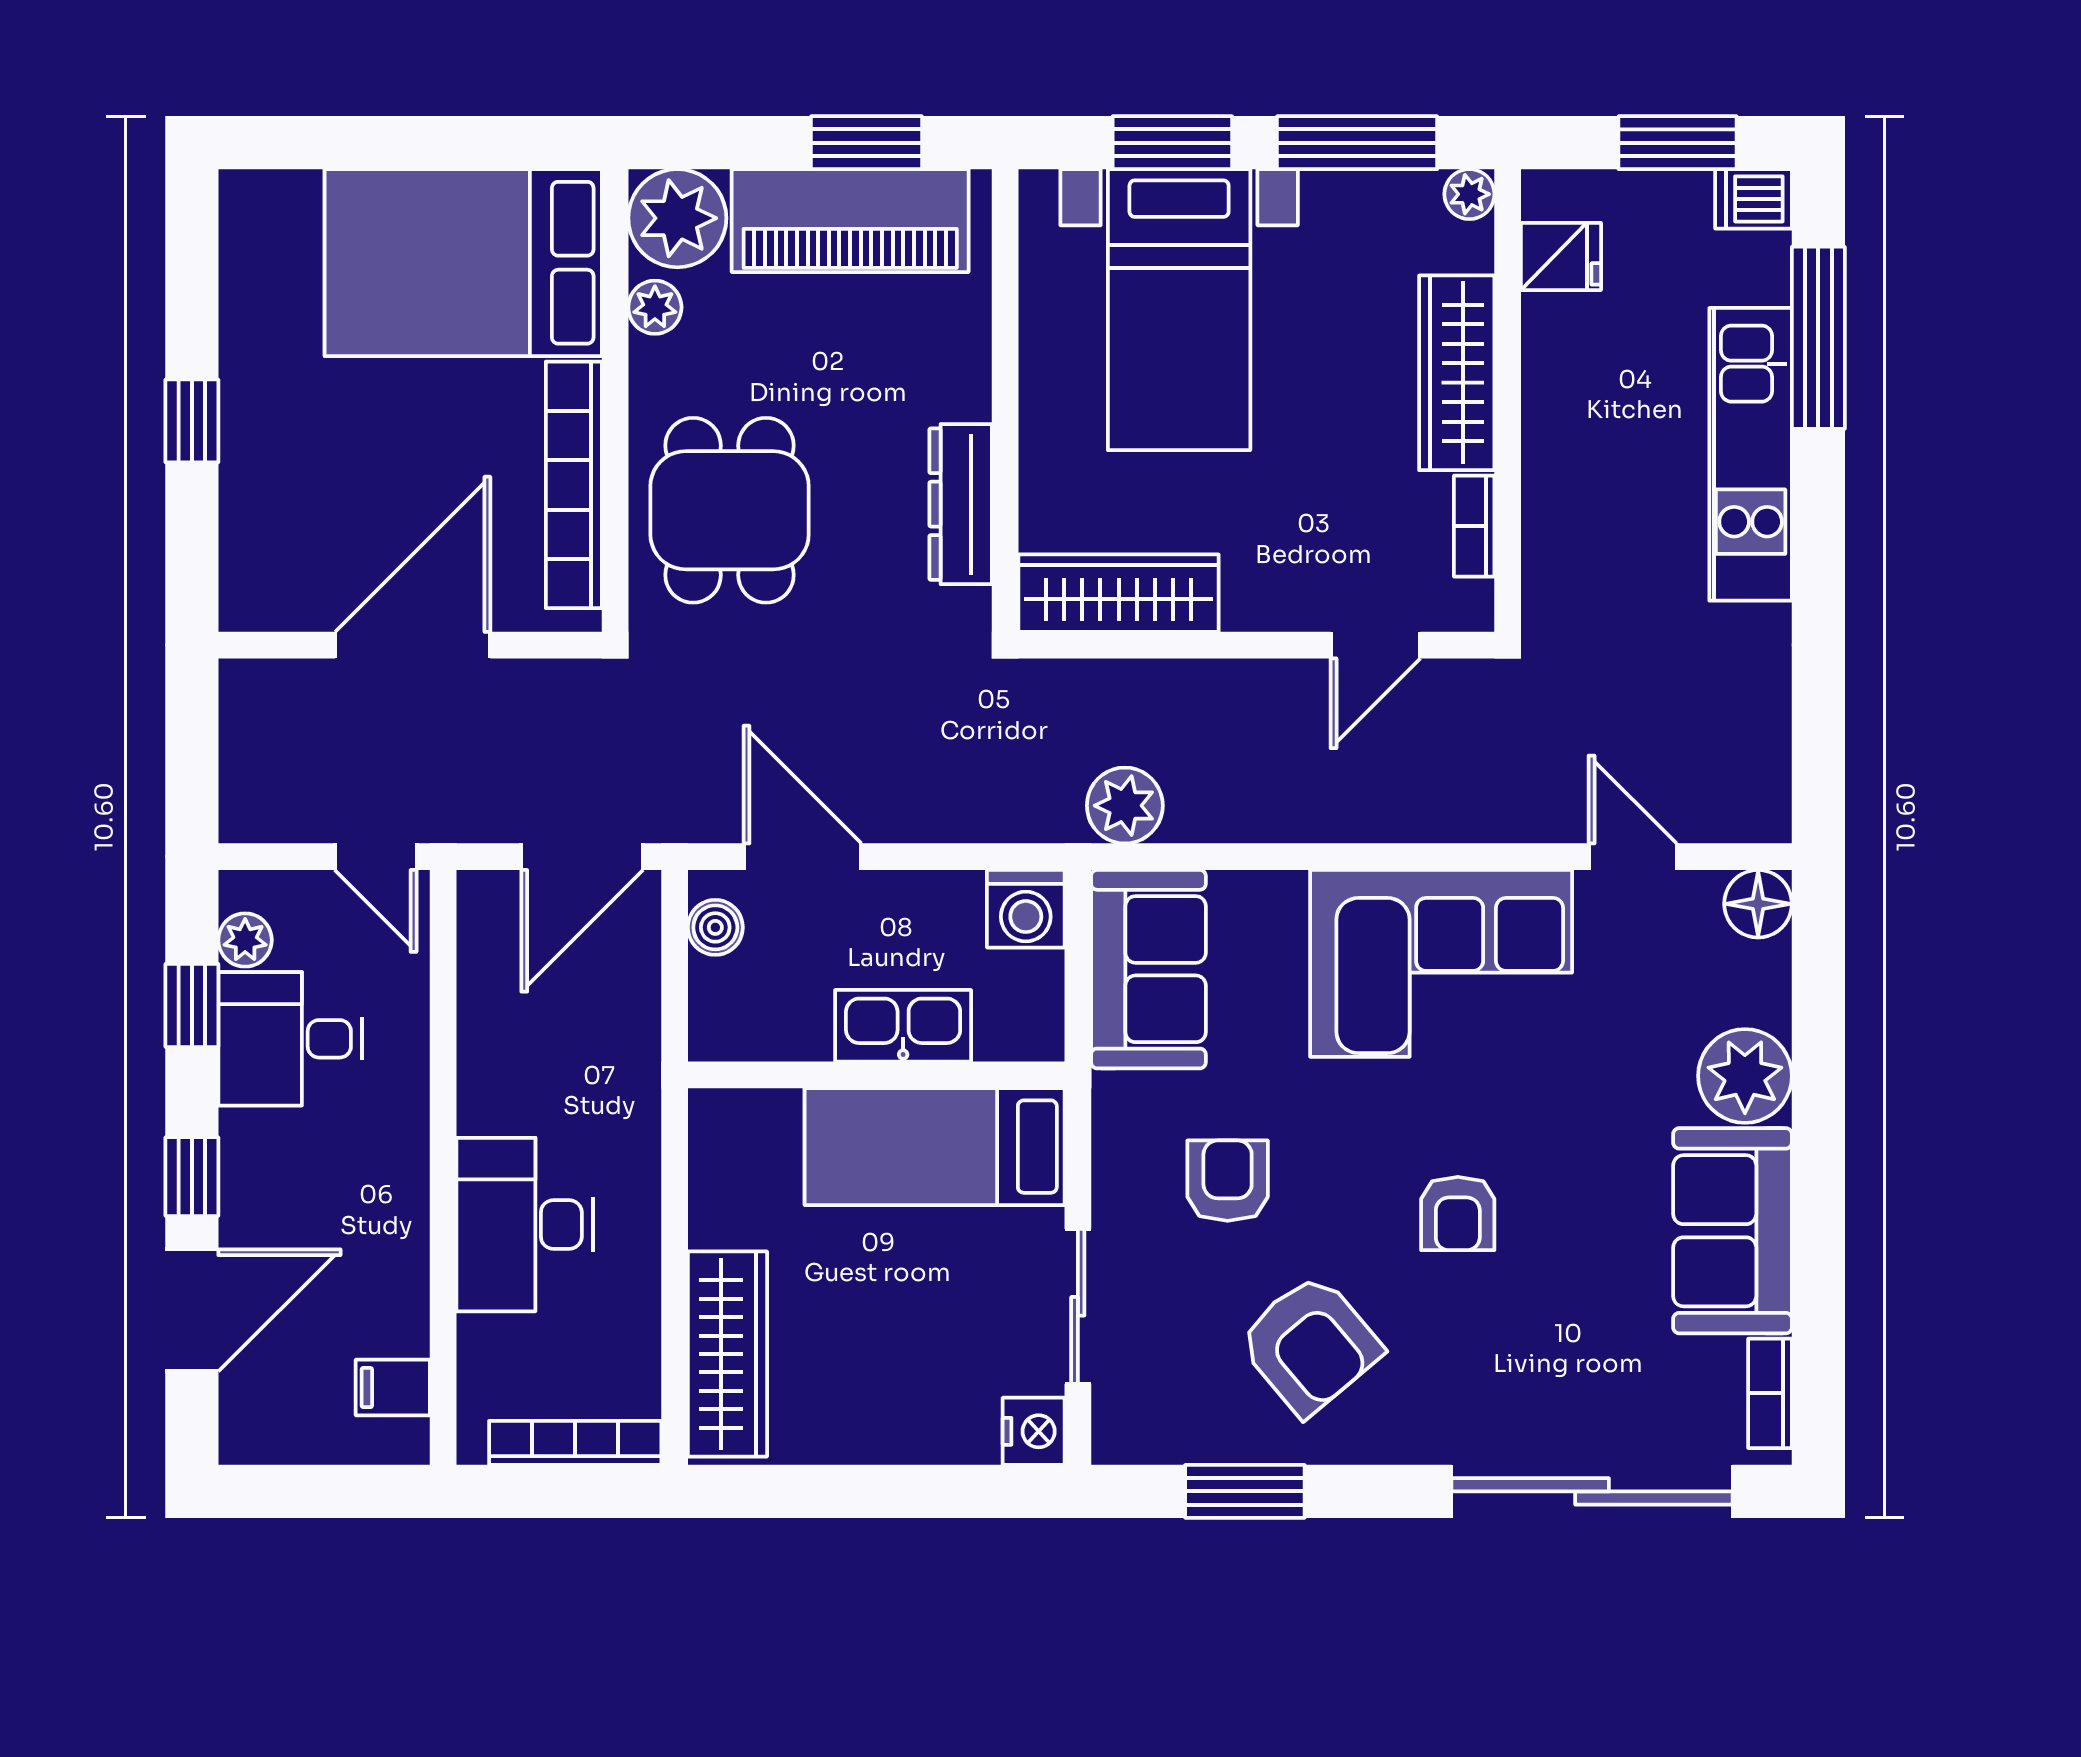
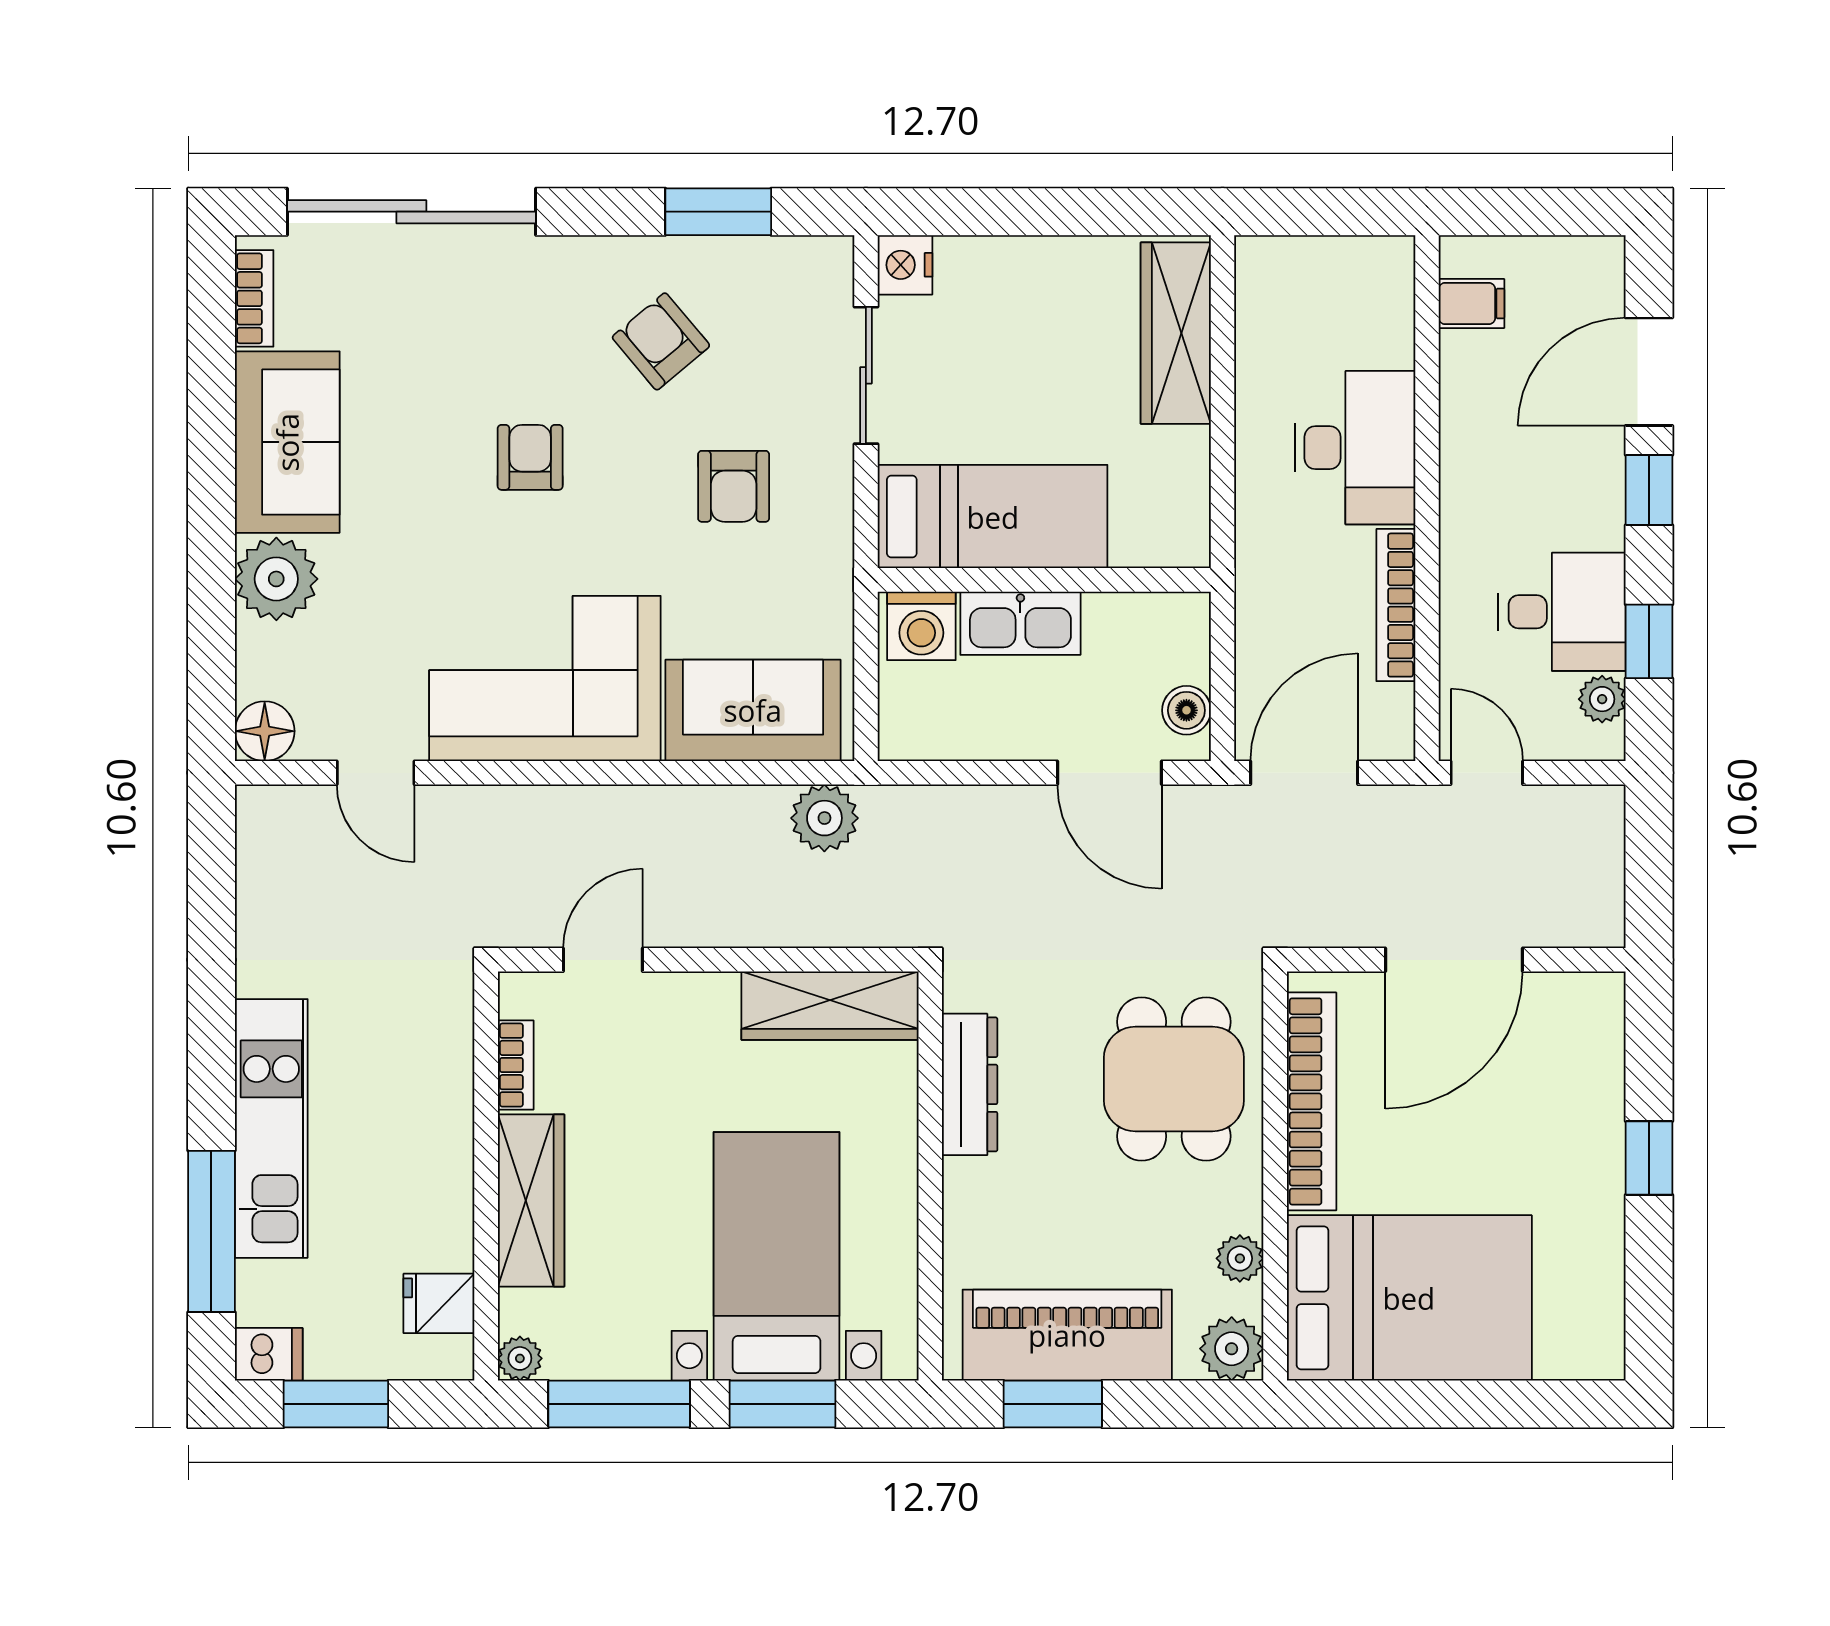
plant: (677, 218) -> (1232, 1349), width x0.73, depth x0.73
washing machine: (1026, 909) -> (921, 626), moved, turned 180
sofa: (1148, 969) -> (753, 710), moved, turned 90
armchair: (1310, 1345) -> (661, 341), width x0.72, depth x0.72
bookcase: (575, 1443) -> (1396, 605), moved, turned 90

